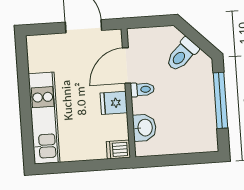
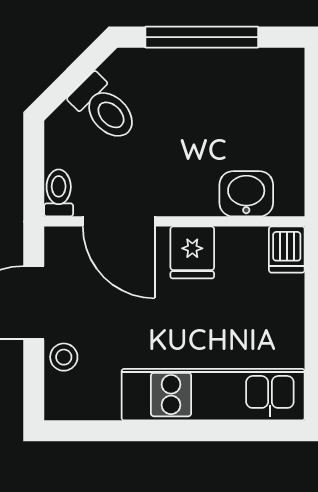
stool: (58, 43) -> (64, 357), added
toilet: (142, 89) -> (59, 193), moved

